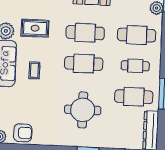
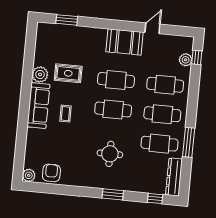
cafe table: (135, 66) -> (162, 114), width x1.37, depth x1.35
round table: (83, 110) -> (110, 154), width x0.73, depth x0.73
armchair: (23, 133) -> (51, 173), turned -90

